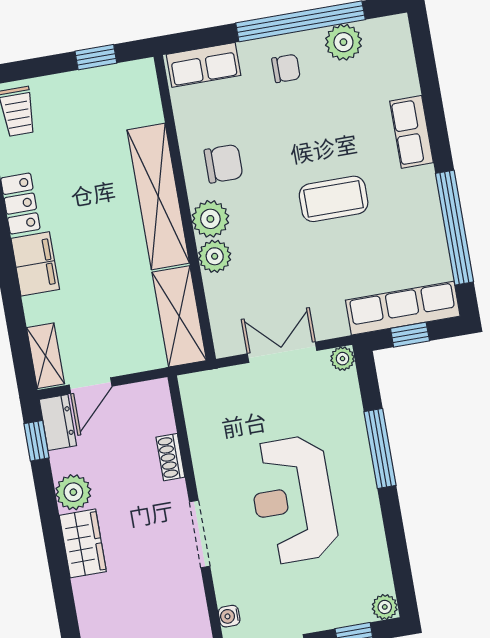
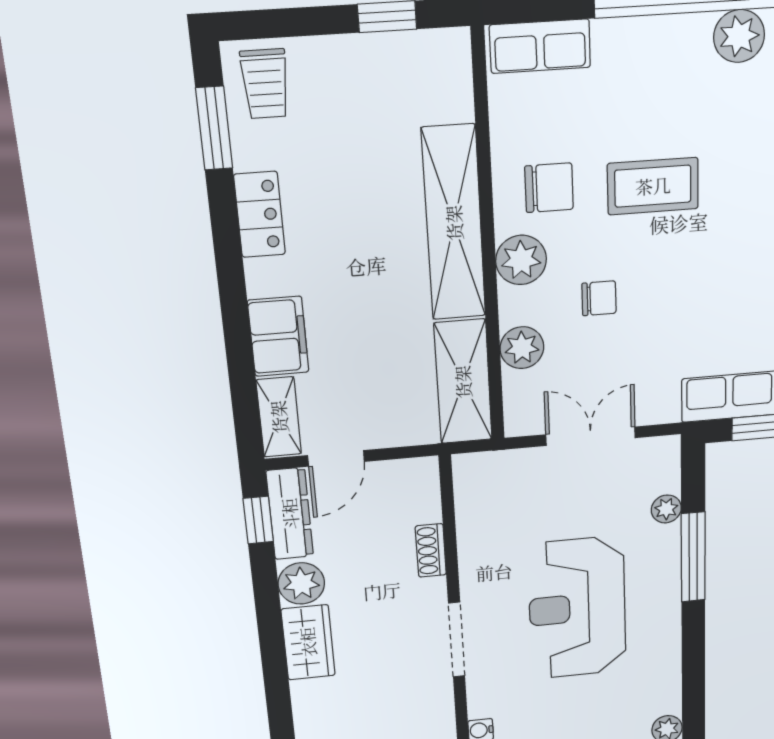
chair: (286, 68) -> (599, 298), moved
coffee table: (334, 199) -> (653, 186), moved
plant: (215, 256) -> (522, 348), moved
filing cabinet: (35, 264) -> (278, 336), moved
plant: (343, 359) -> (666, 509), moved
dresser: (58, 422) -> (290, 514), width x1.44

